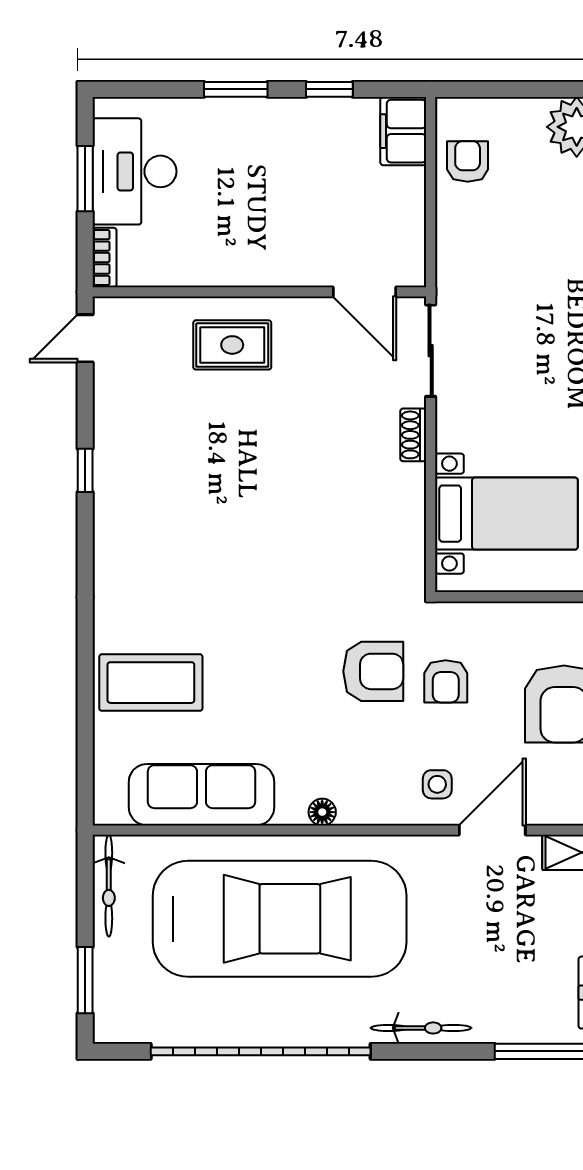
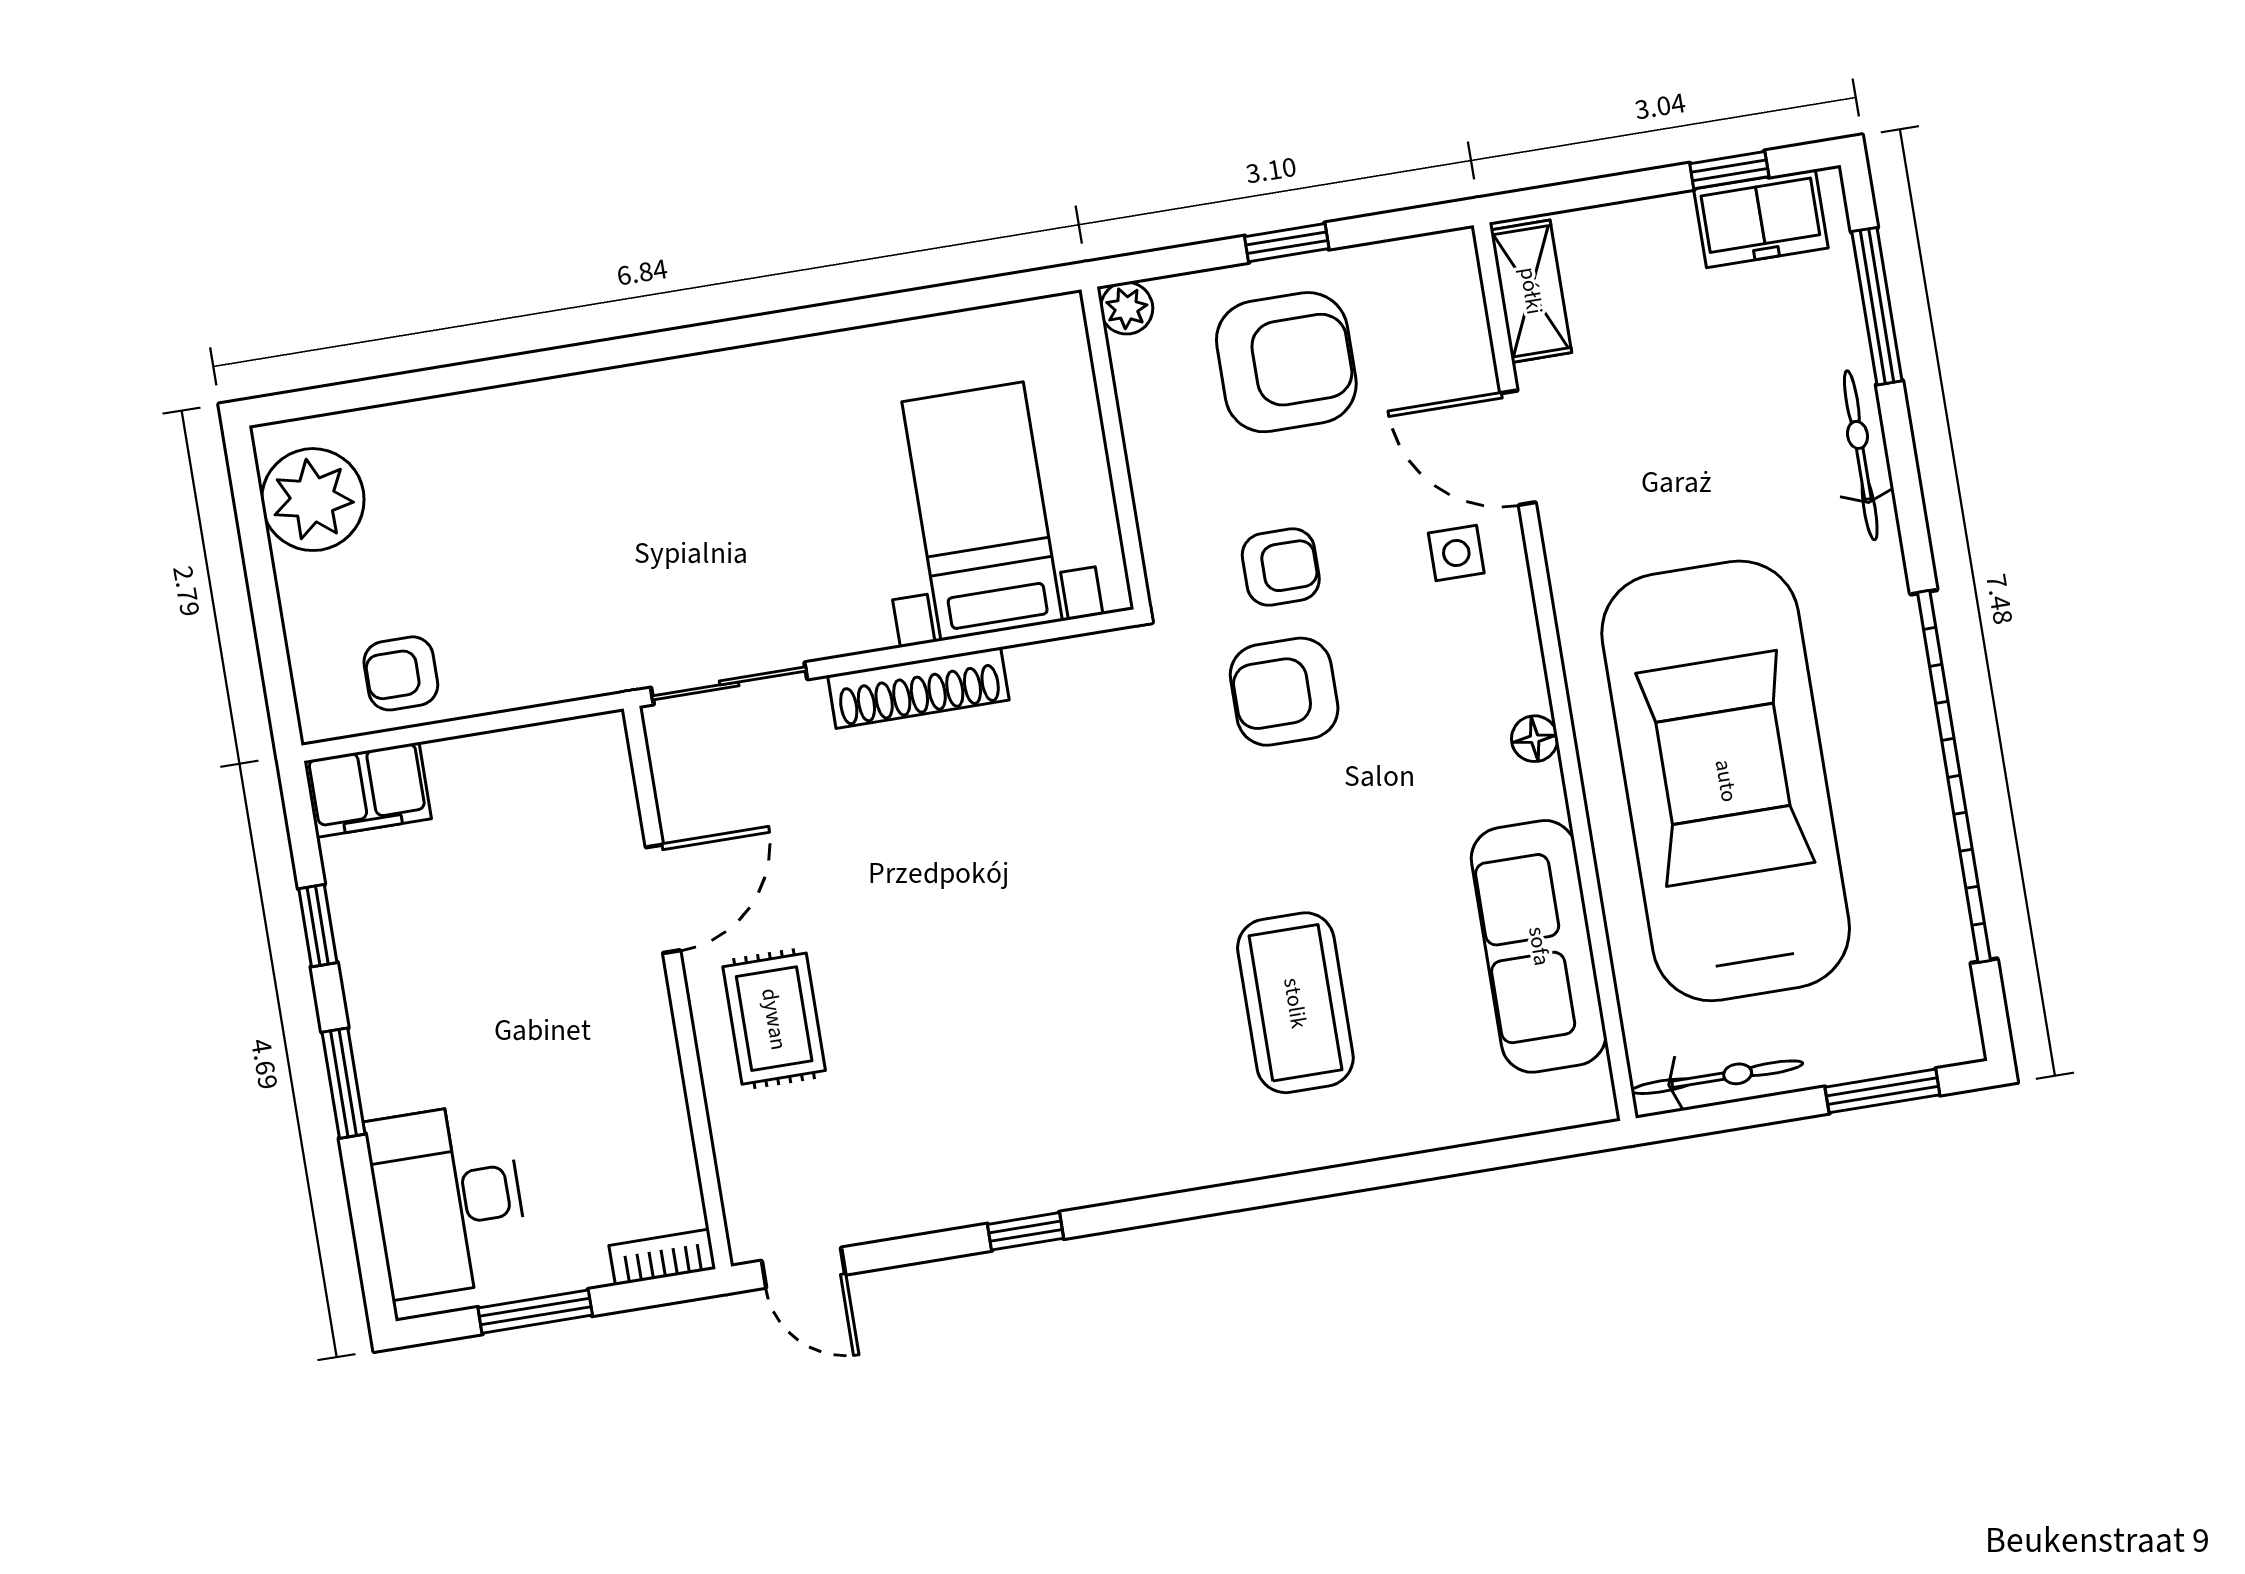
desk: (134, 171) -> (448, 1200), moved, turned 90
door: (364, 292) -> (663, 899), moved
shoe rack: (413, 435) -> (918, 688), width x1.94, depth x1.24
armchair: (373, 671) -> (1284, 692), turned -90
coffee table: (151, 683) -> (1295, 1003), moved
bicycle: (421, 1028) -> (1861, 455), moved

